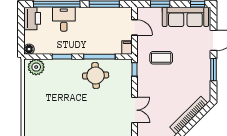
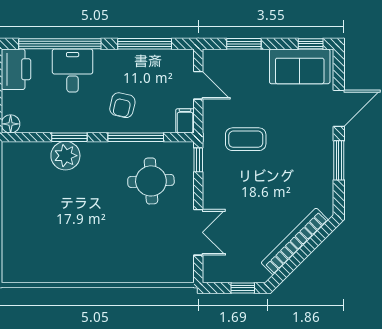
sofa: (185, 17) -> (300, 66), width x0.73
armchair: (92, 39) -> (122, 105), added
plant: (36, 67) -> (65, 156), moved
round table: (96, 75) -> (151, 181), moved

